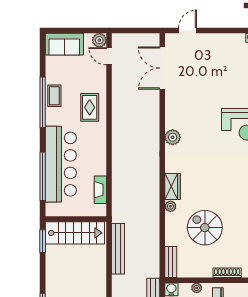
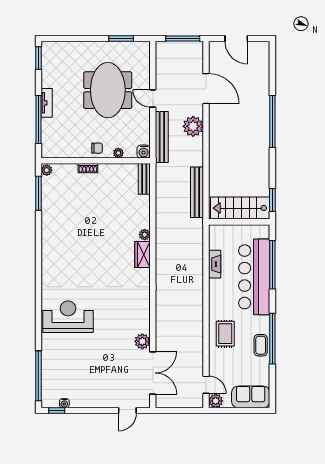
plant: (173, 137) -> (142, 341), moved
fireplace: (100, 190) -> (215, 264), moved
spiral stairs: (205, 228) -> (110, 213), removed
shoe rack: (227, 273) -> (88, 168), width x0.70

